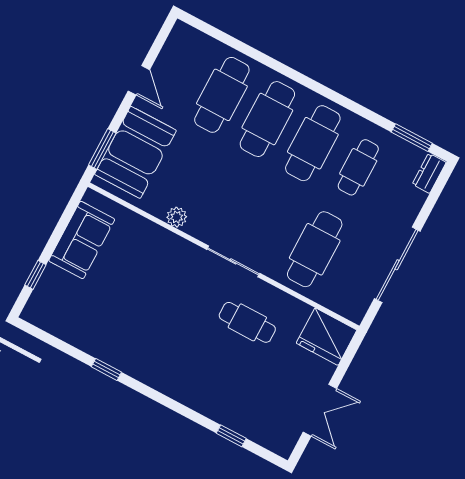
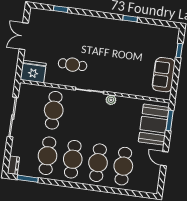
cafe table: (358, 167) -> (47, 156), width x1.37, depth x1.35
plant: (177, 217) -> (111, 100), moved

